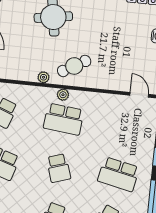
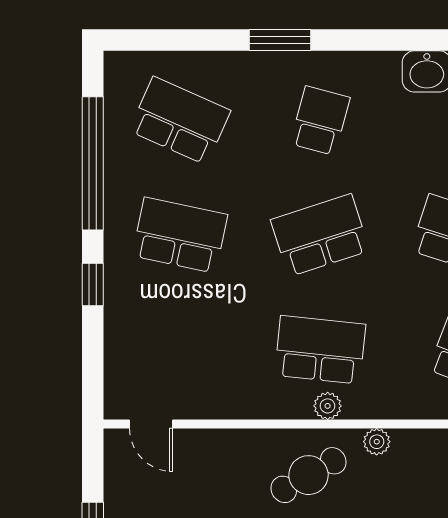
school desk: (59, 168) -> (320, 235), width x1.85

